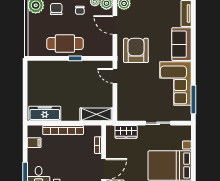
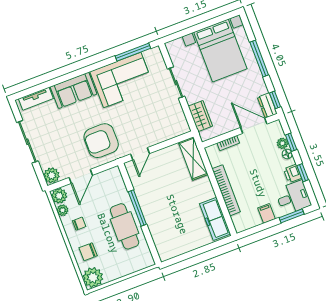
window: (75, 58) -> (137, 208), width x2.17
filing cabinet: (34, 143) -> (267, 213), moved

